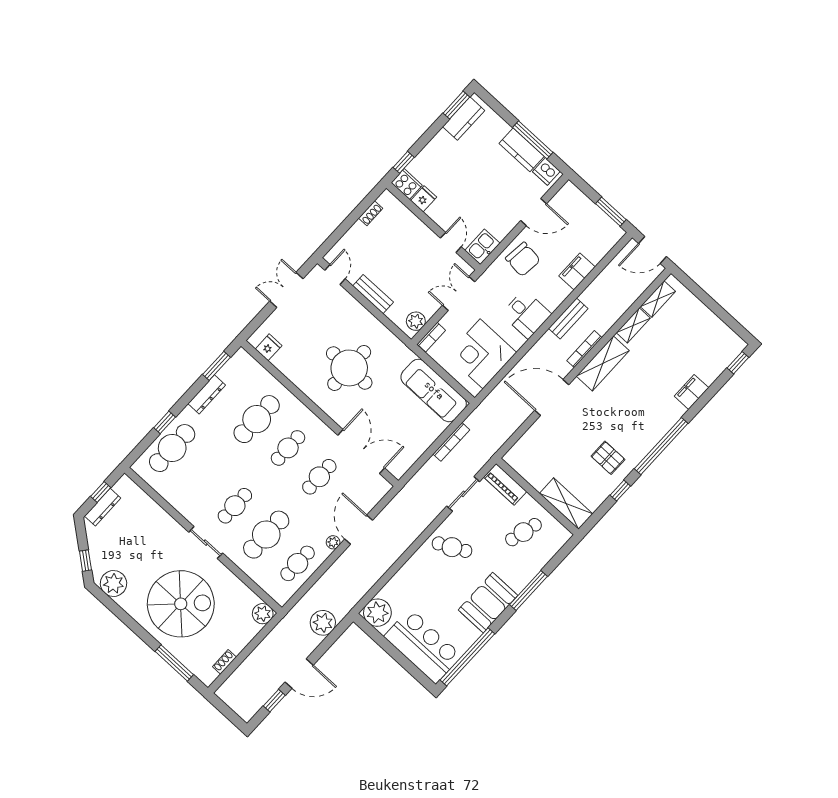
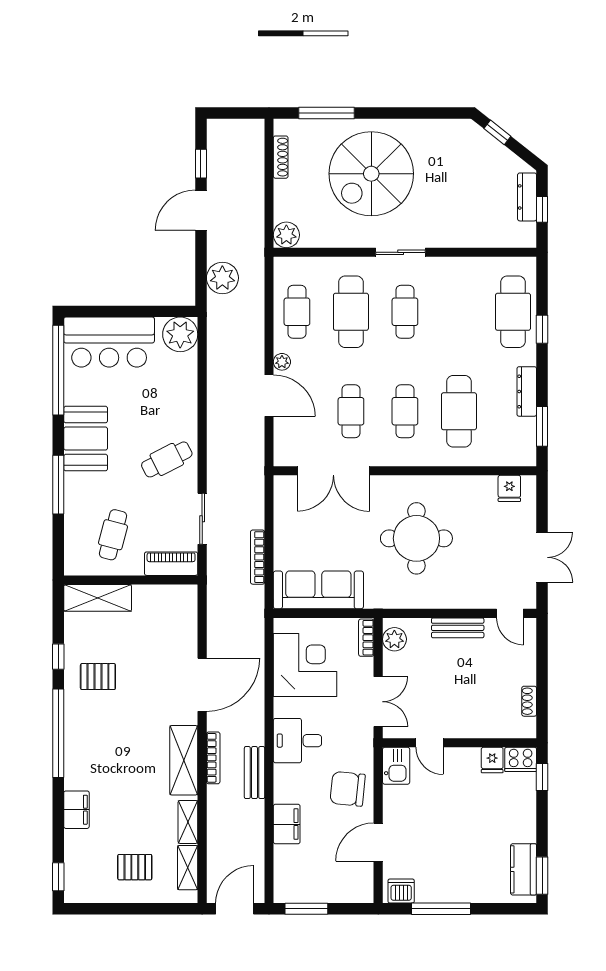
kitchen counter: (522, 150) -> (443, 890), removed
pallet: (688, 327) -> (135, 867), added
plant: (113, 583) -> (451, 135), removed
shoe rack: (224, 662) -> (281, 157), width x1.43

